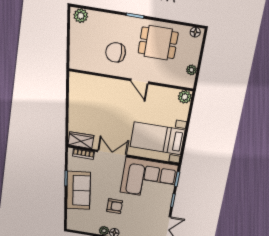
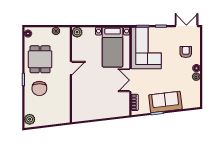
chair: (116, 52) -> (39, 88), moved
wardrobe: (81, 140) -> (124, 106), removed
armchair: (115, 206) -> (186, 52), moved

